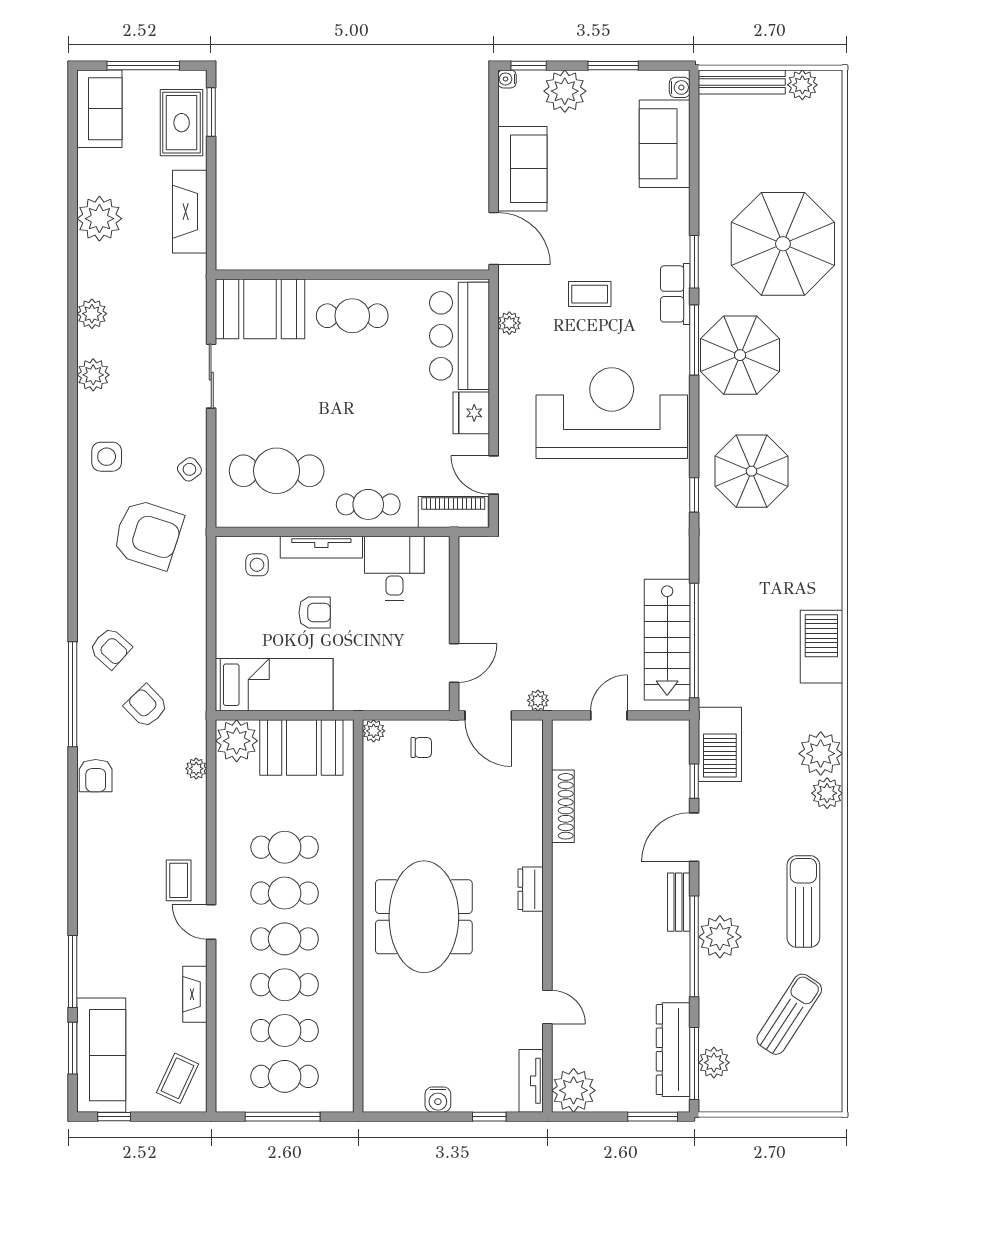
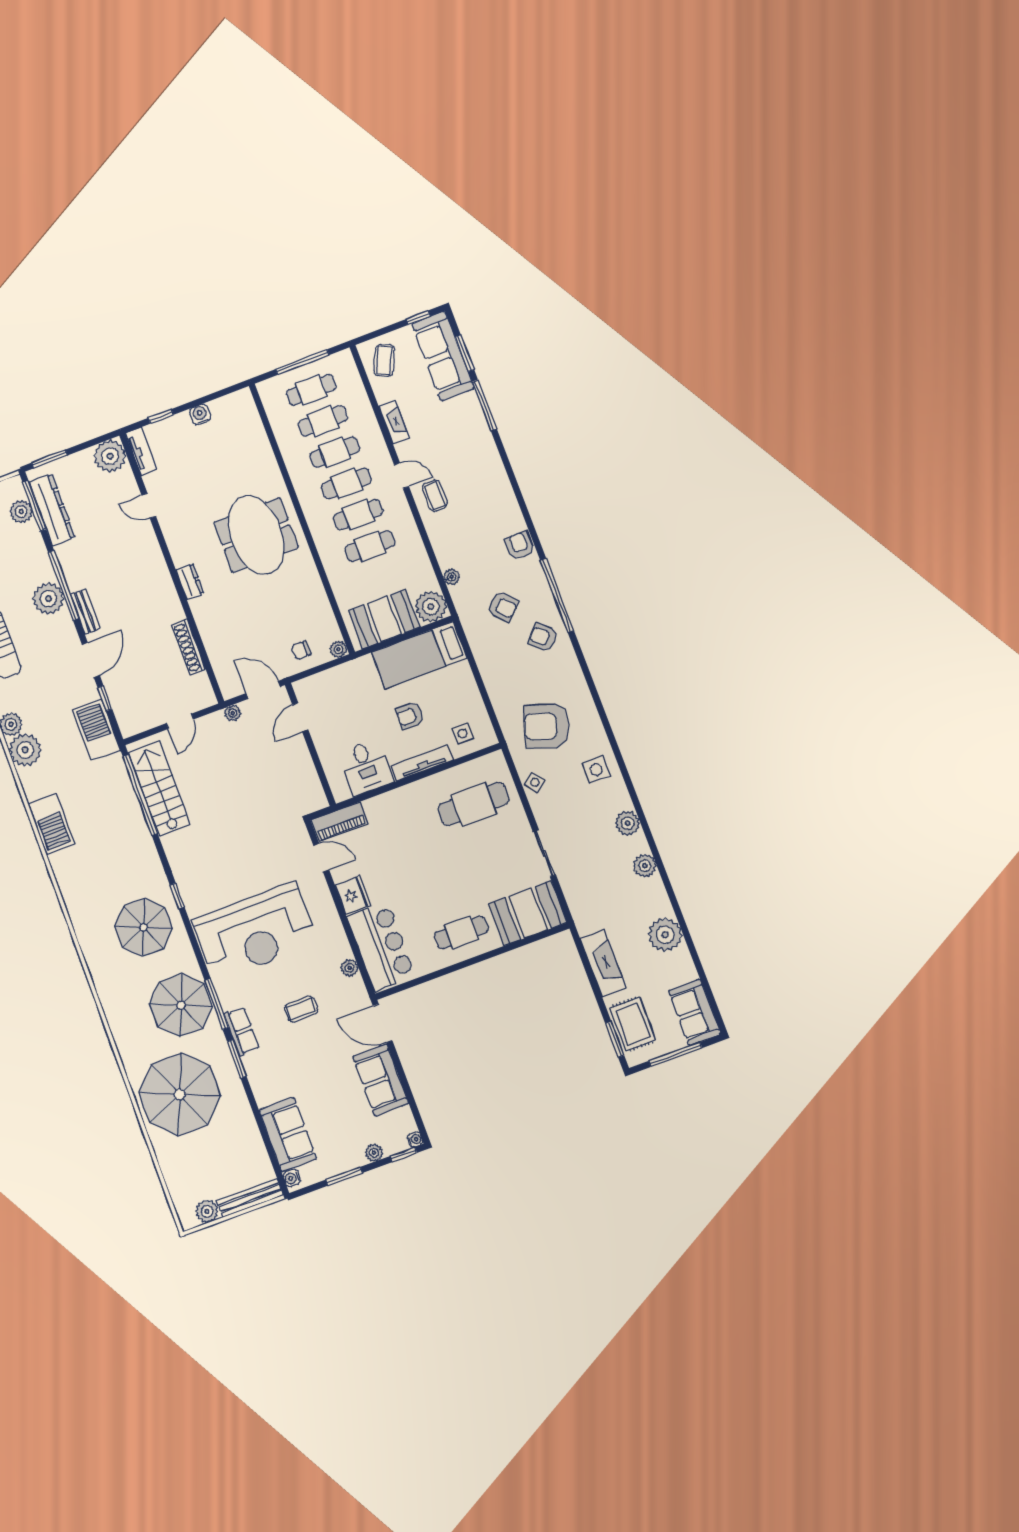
plant: (565, 91) -> (374, 1153), width x0.53, depth x0.53
cafe table: (368, 504) -> (401, 805), removed

